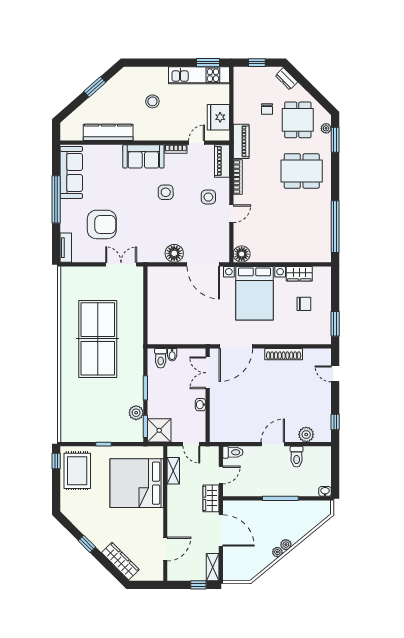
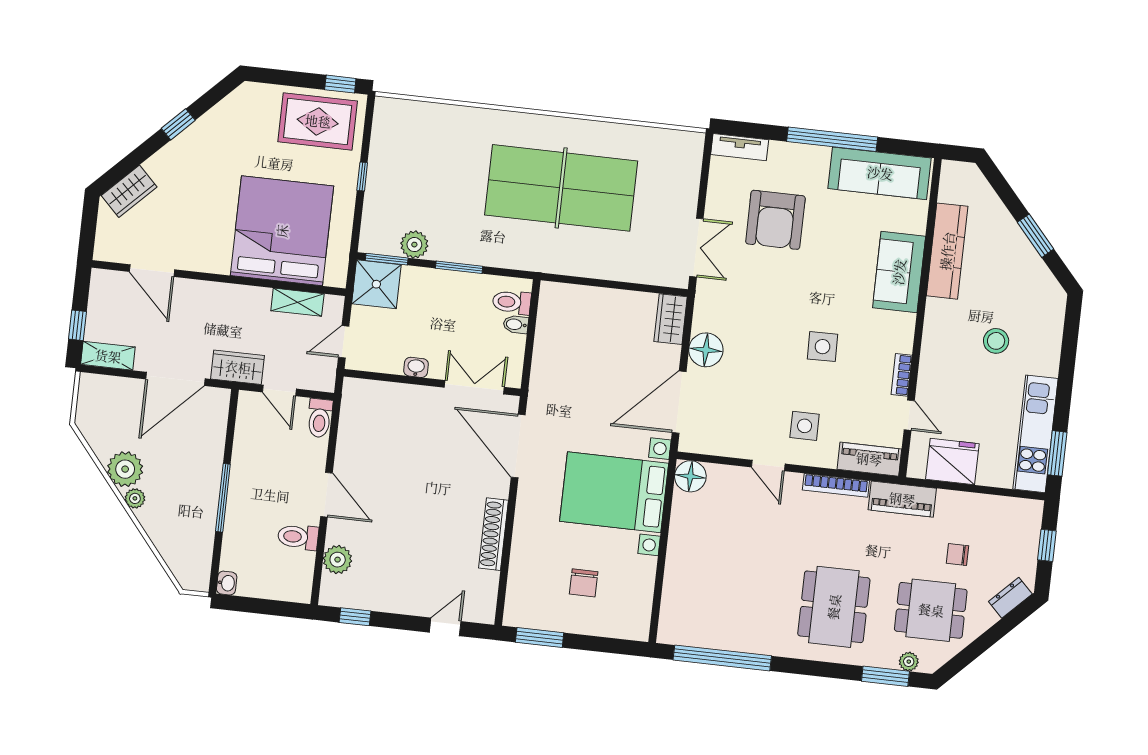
sofa: (143, 156) -> (899, 272), moved
wardrobe: (299, 274) -> (671, 319), moved
plant: (277, 552) -> (125, 469), width x1.88, depth x1.88
wardrobe: (120, 561) -> (129, 191), width x0.67

